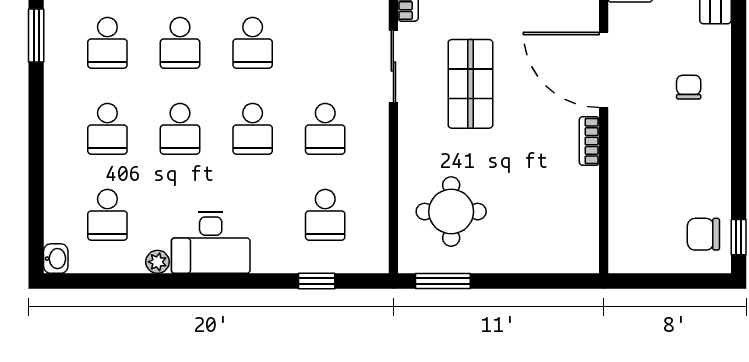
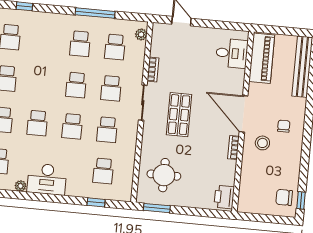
school desk: (180, 43) -> (111, 88), moved
stool: (648, 126) -> (262, 143), added
printer: (580, 245) -> (224, 197), added

